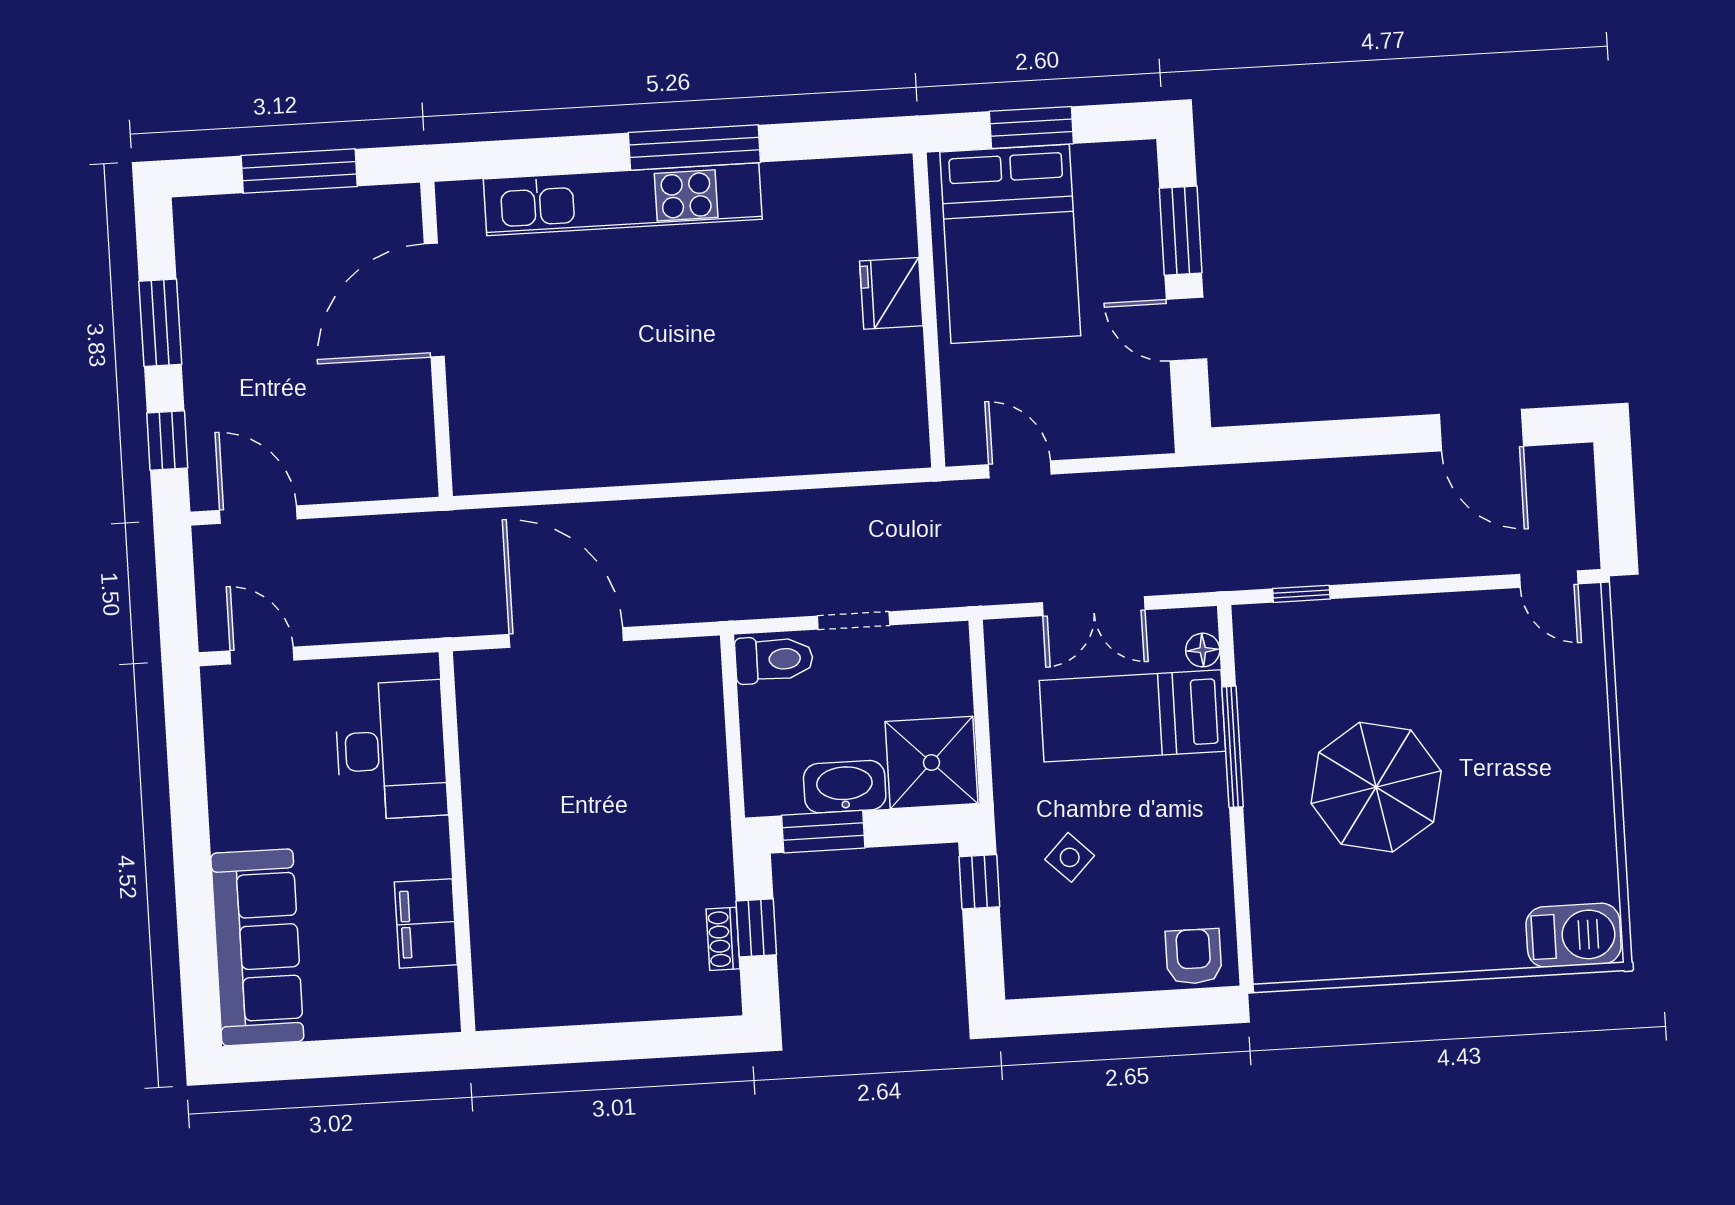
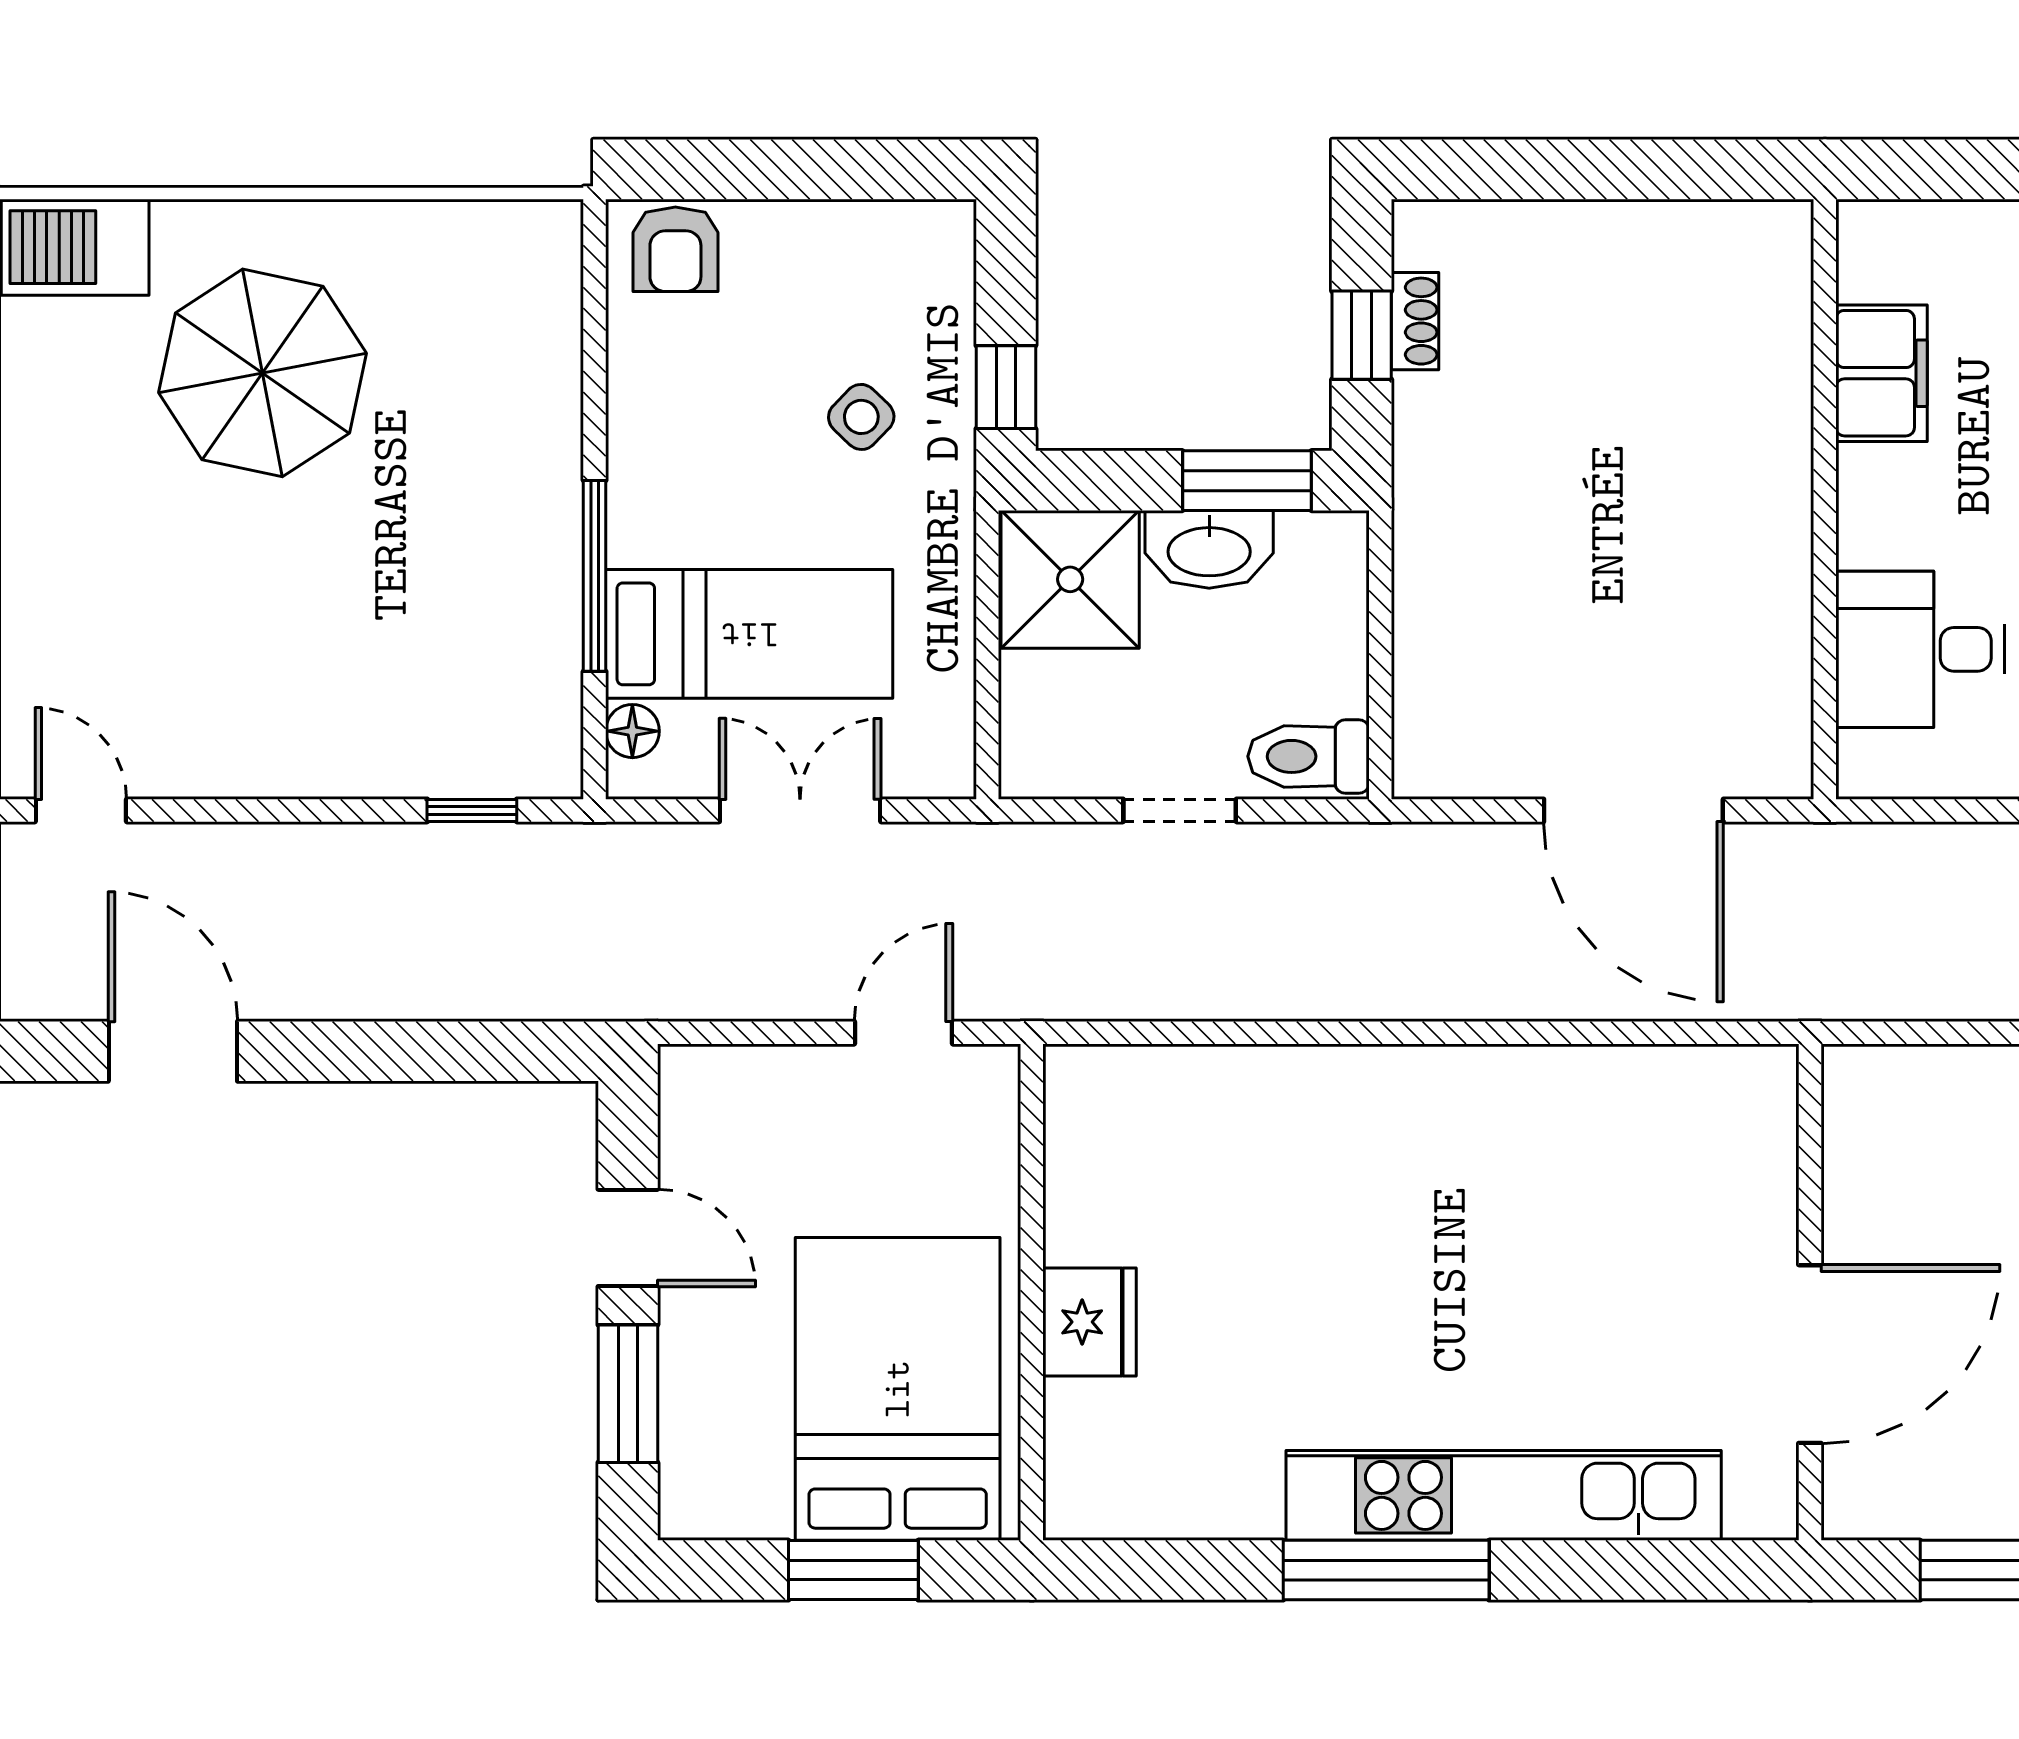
door: (1020, 469) -> (903, 1033), swing flipped
desk: (391, 750) -> (1920, 649), width x0.73
parasol: (1376, 787) -> (262, 373), moved

